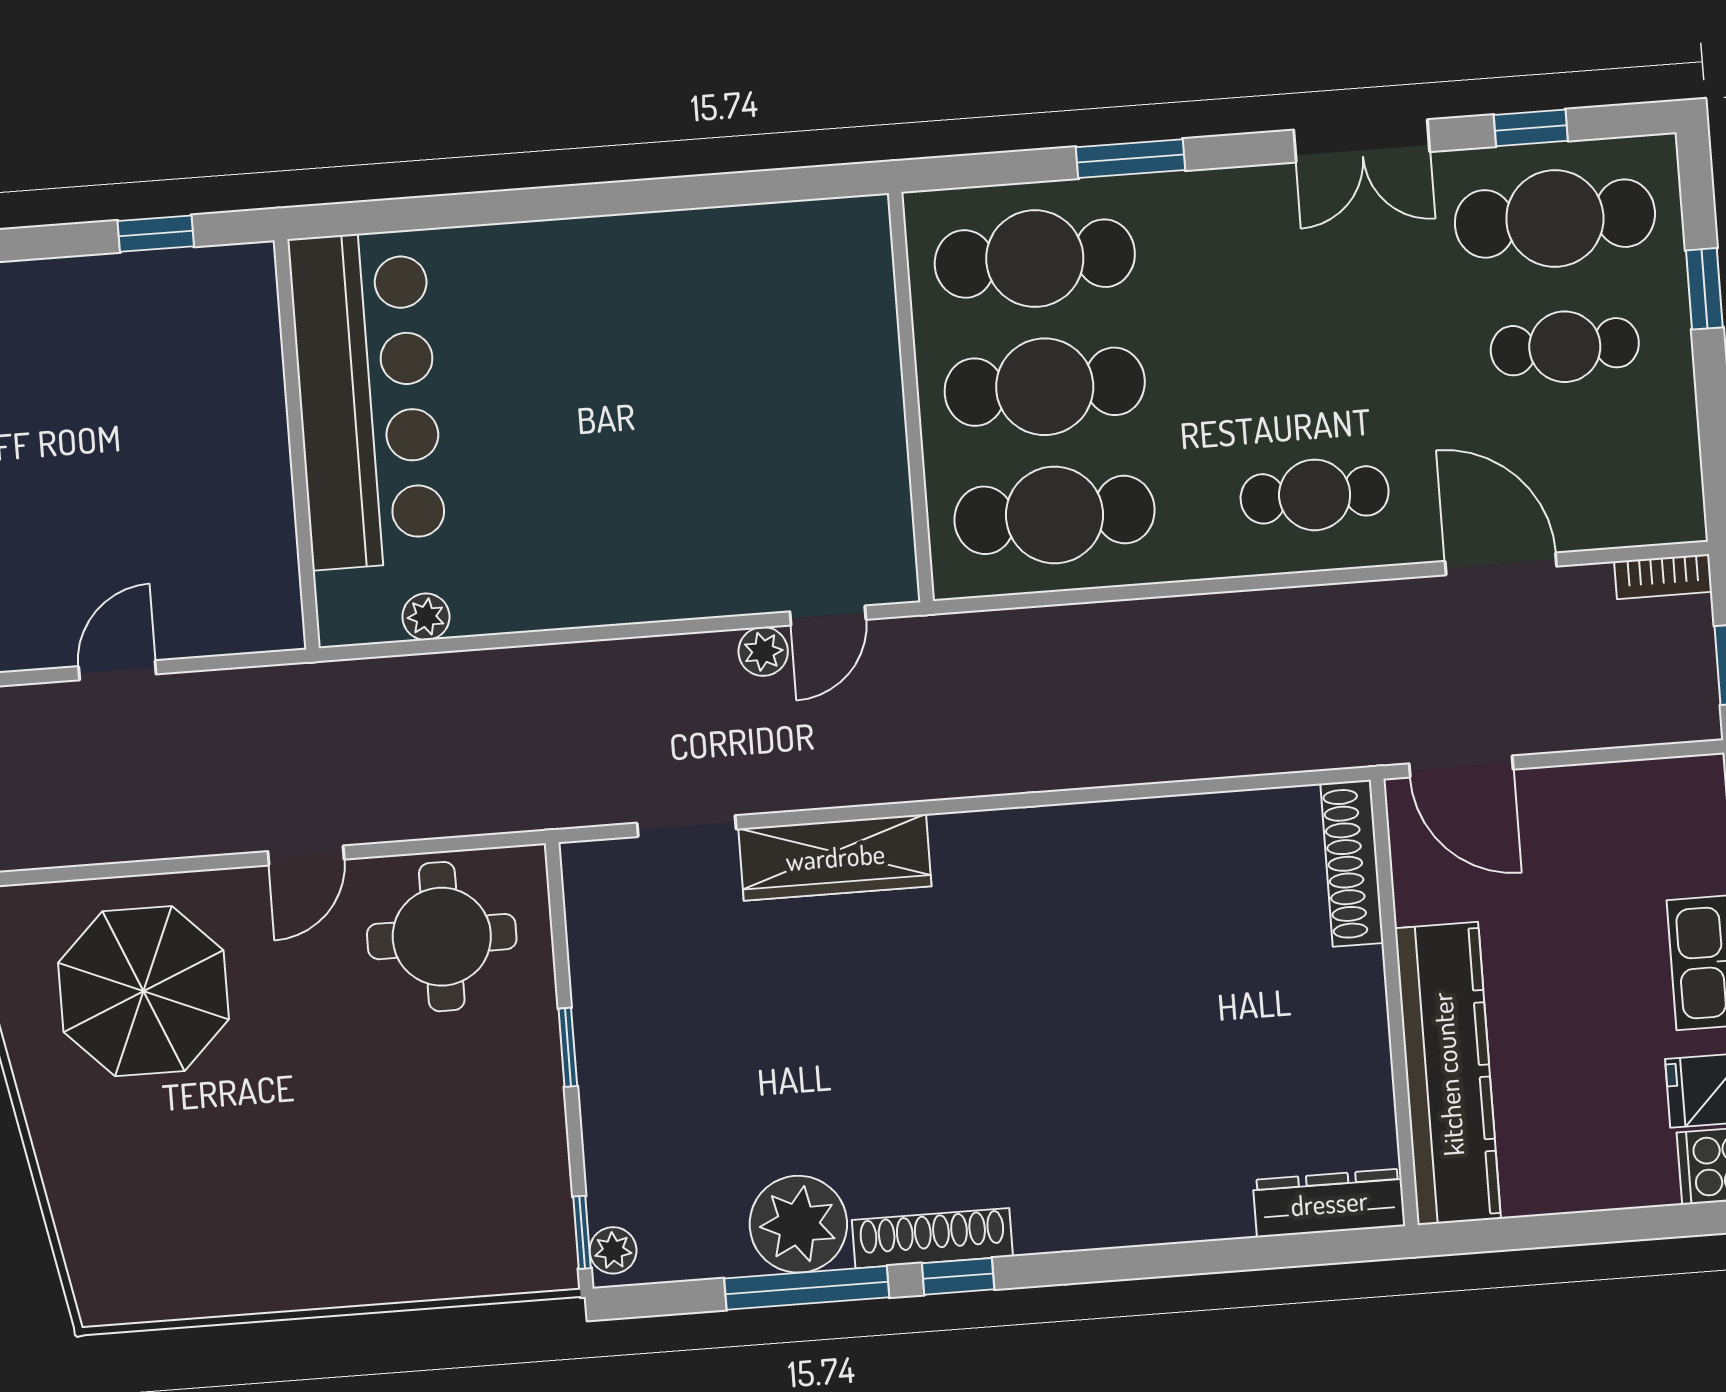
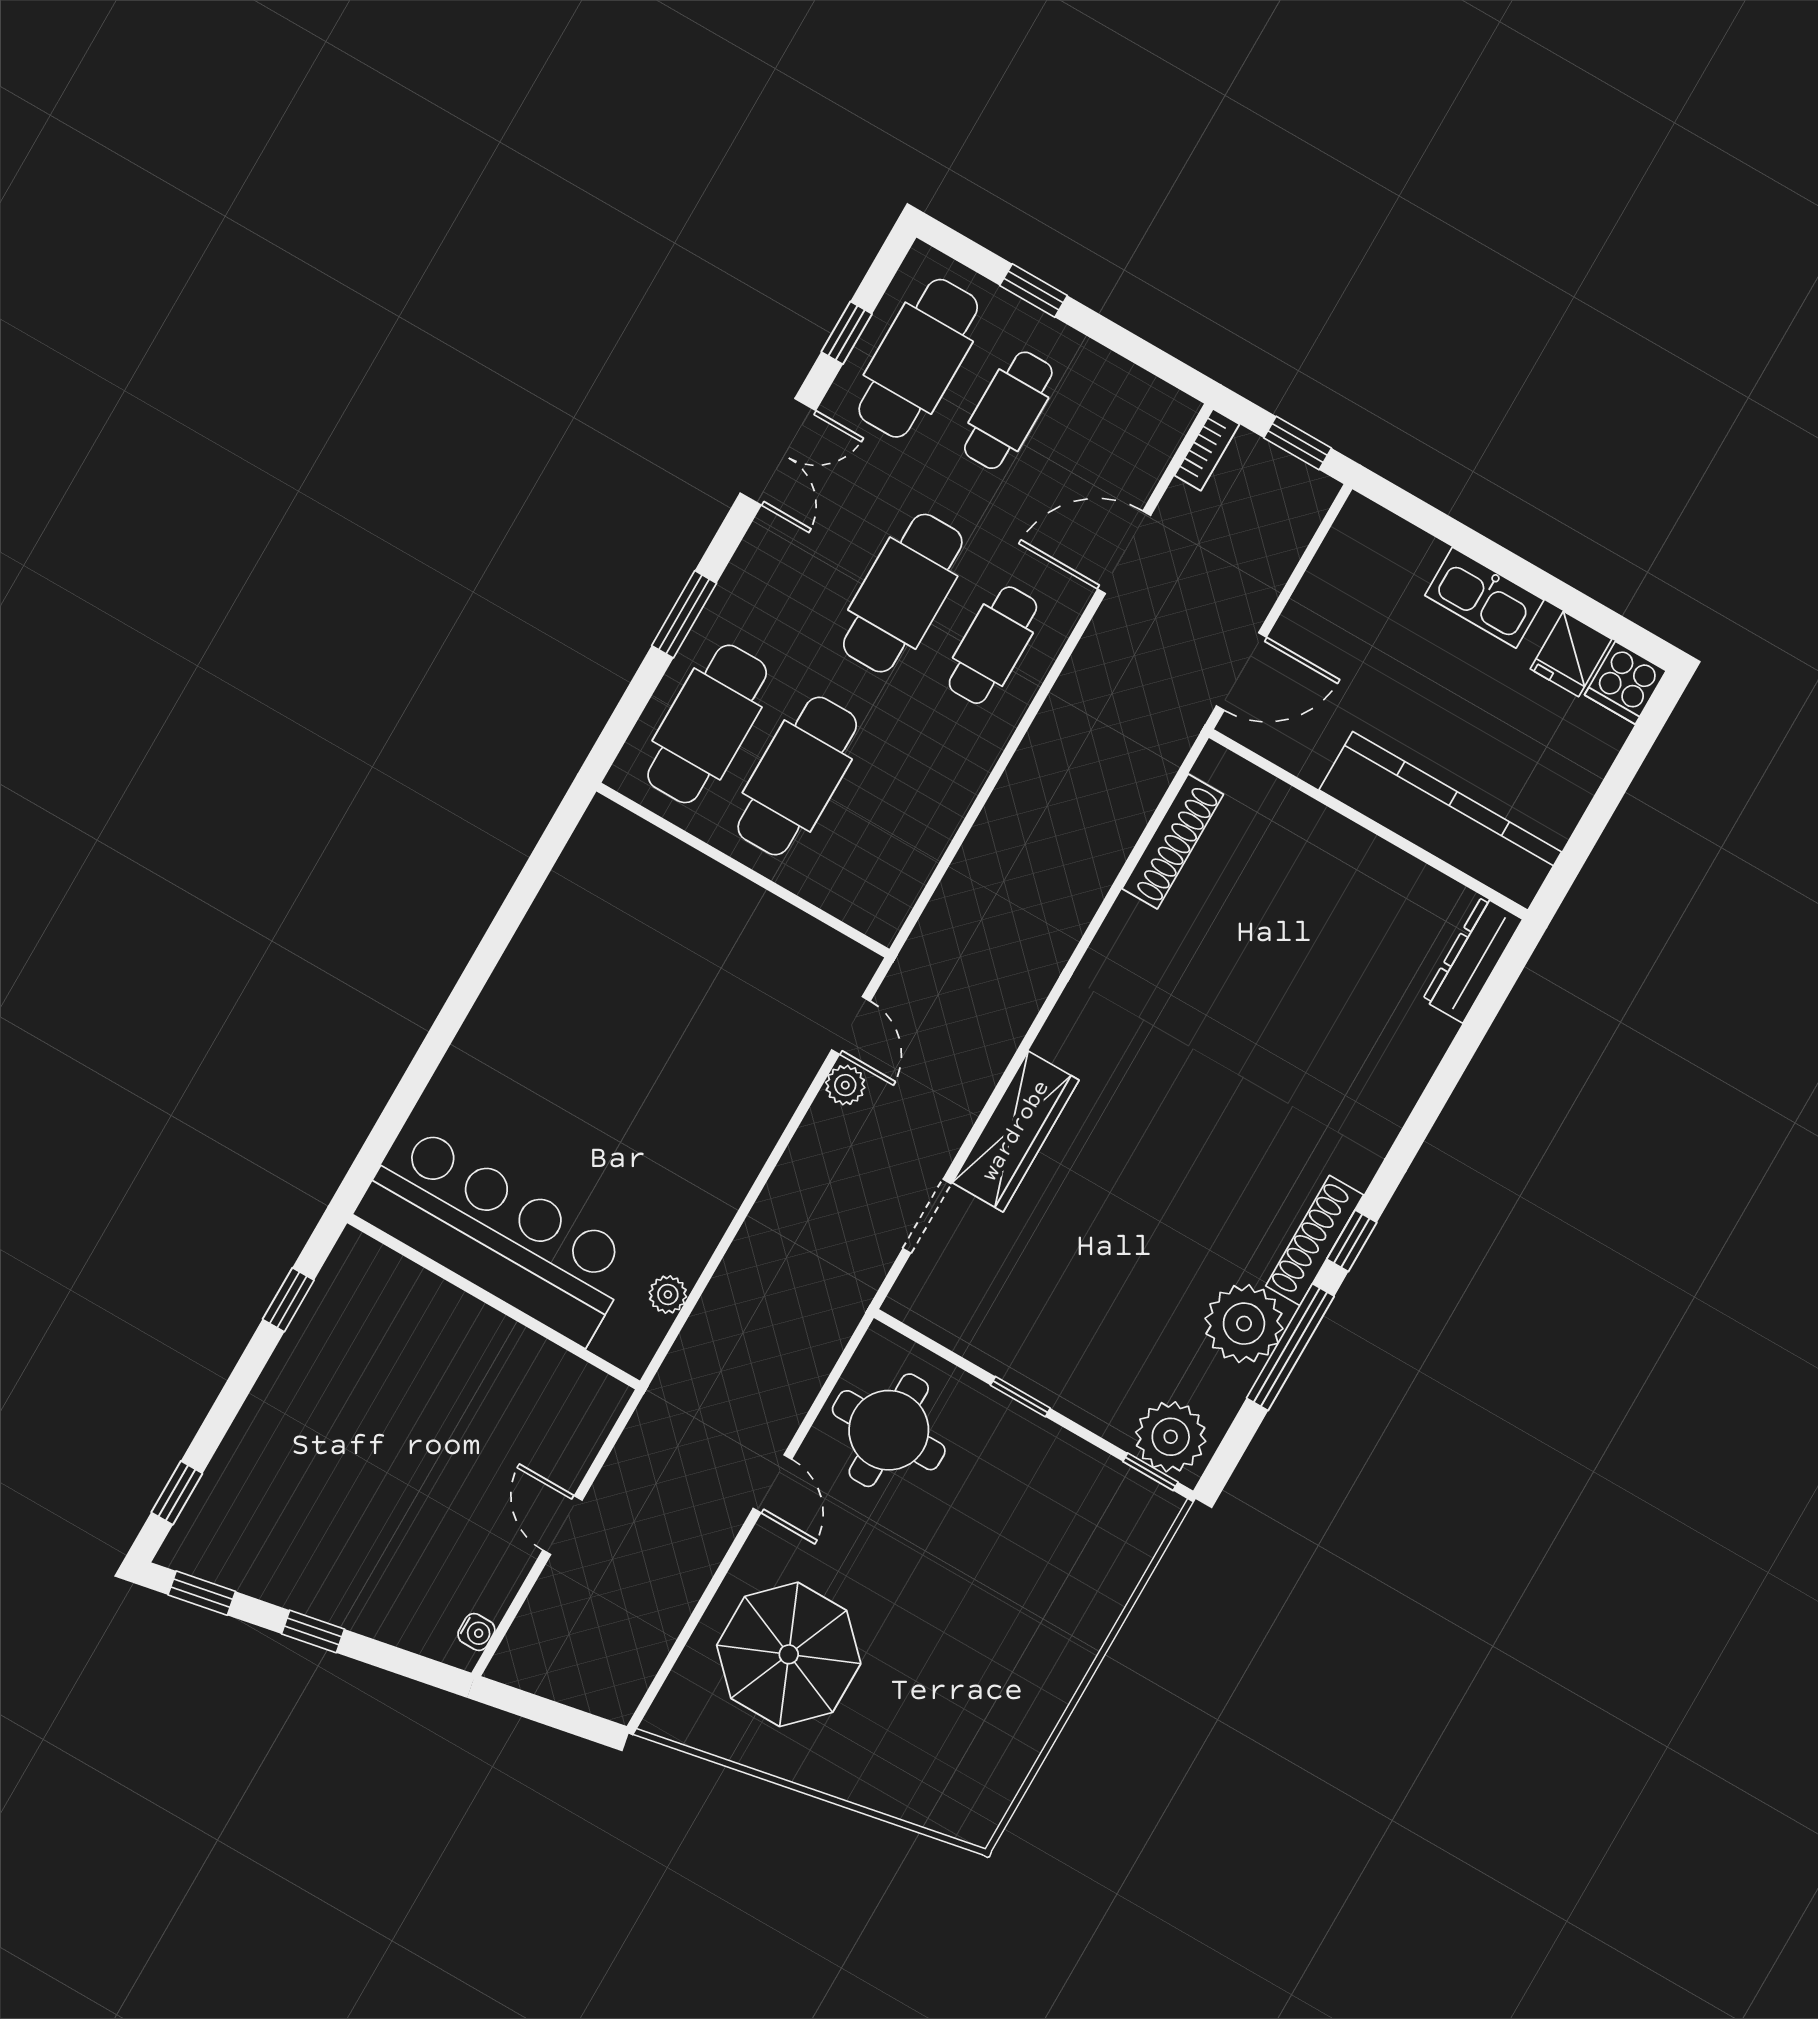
cafe table: (1055, 515) -> (903, 593), moved
shoe rack: (1352, 863) -> (1173, 841), moved, turned -90
plant: (613, 1250) -> (1171, 1437), width x1.88, depth x1.88

